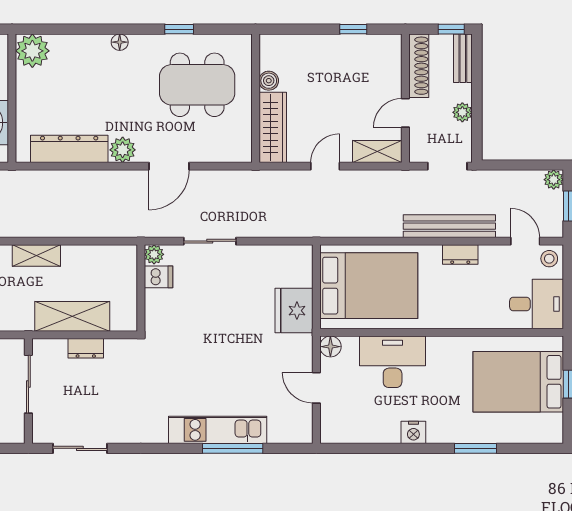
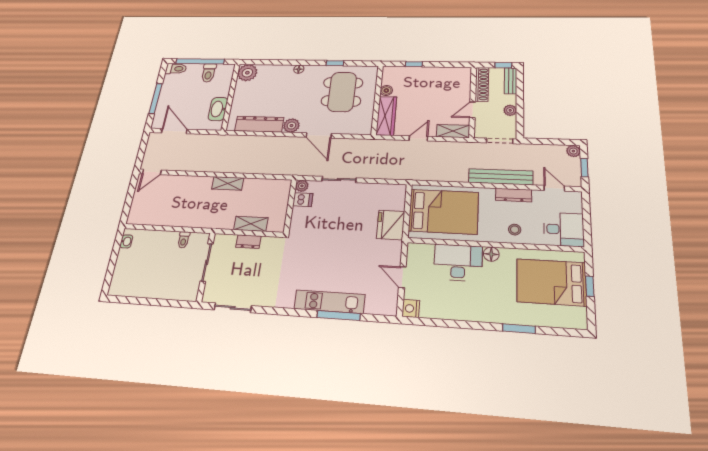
window: (353, 29) -> (414, 64), moved
dining table: (197, 85) -> (342, 92), turned 90
door: (169, 166) -> (319, 135), hinge flipped
dresser: (460, 255) -> (514, 195), width x1.44
stool: (549, 259) -> (515, 230), moved
shelving: (72, 316) -> (251, 224), width x0.67, depth x0.75
floor lamp: (330, 347) -> (491, 254), moved
nightstand: (413, 432) -> (411, 308), moved, turned 90

